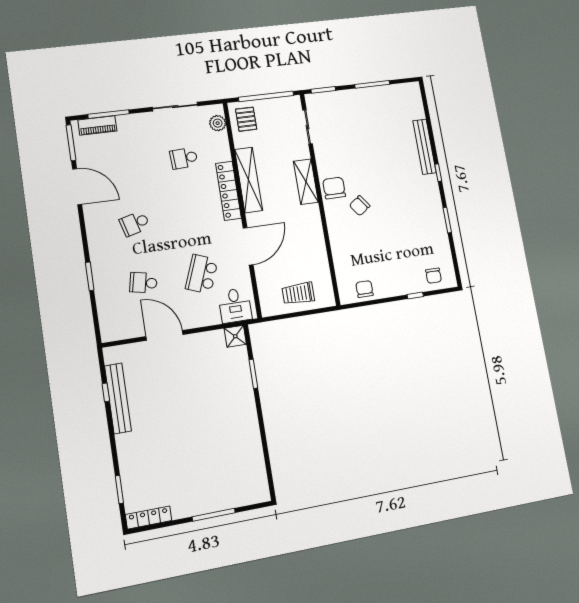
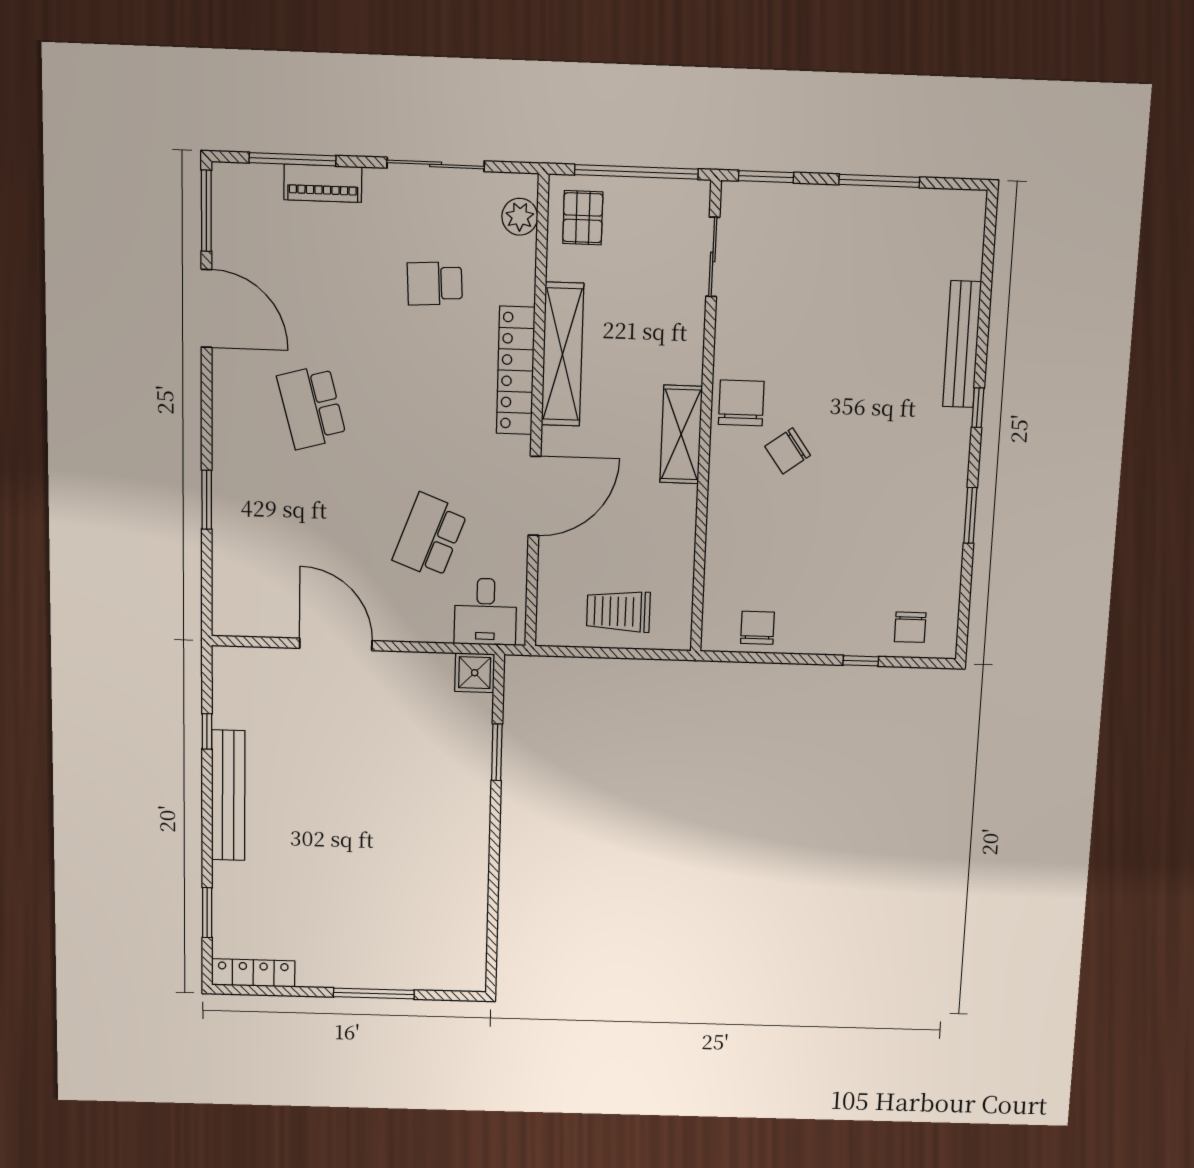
piano: (97, 125) -> (323, 183), moved
shelving: (306, 182) -> (681, 434), moved
school desk: (135, 224) -> (312, 407), width x1.85
school desk: (143, 283) -> (311, 532), removed
bench: (118, 398) -> (228, 795), moved

